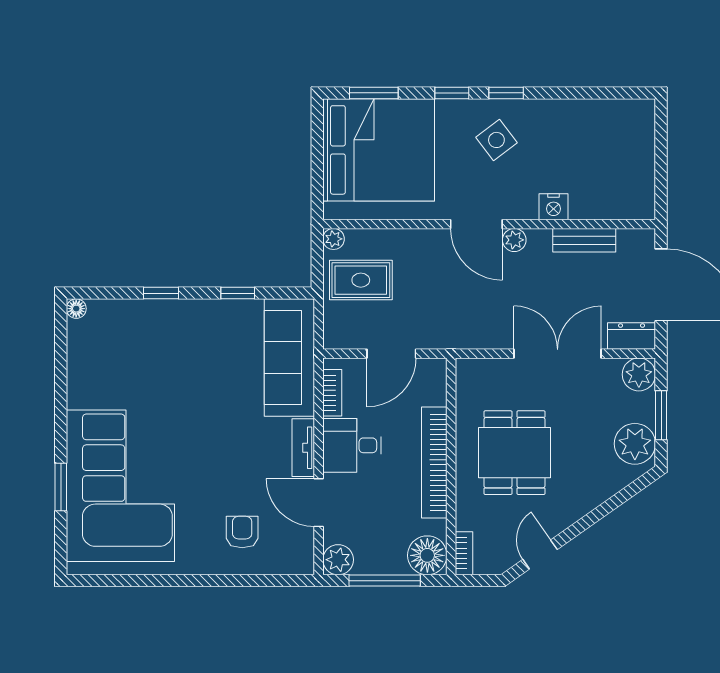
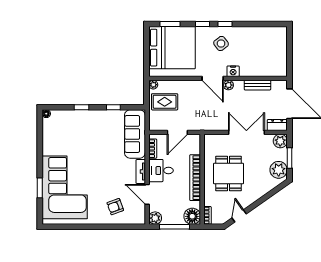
nightstand: (554, 207) -> (233, 71), moved
armchair: (242, 532) -> (115, 207), turned -110

